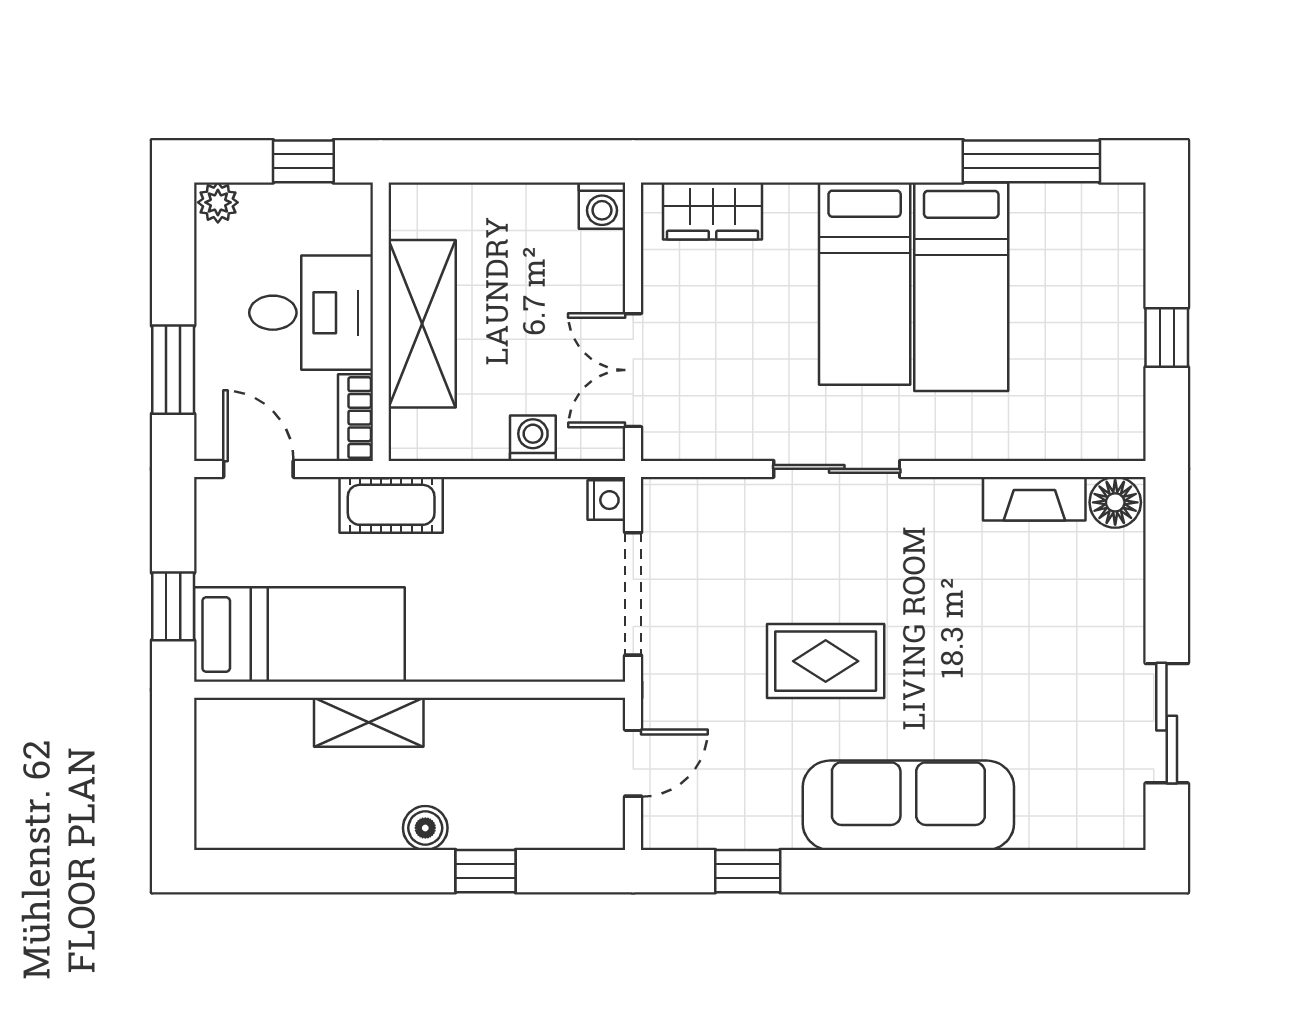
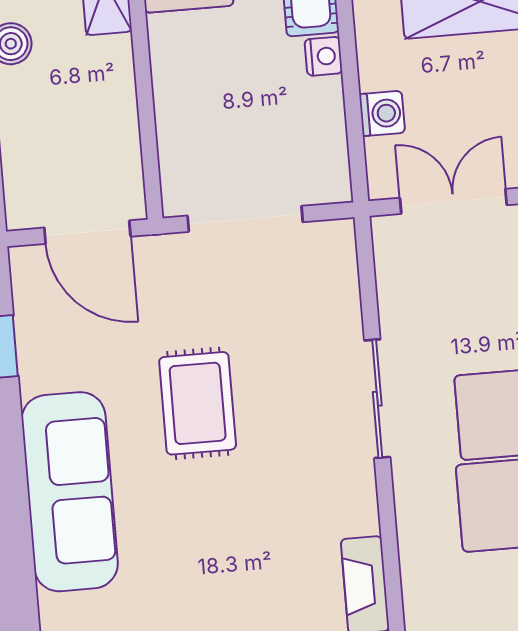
nightstand: (606, 500) -> (324, 56), moved, turned -90
door: (633, 763) -> (87, 232), width x1.38

